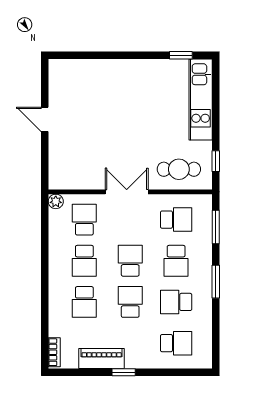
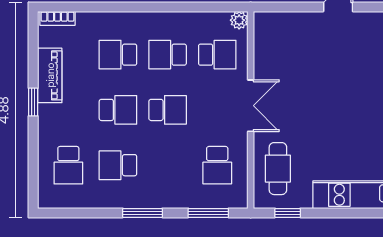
school desk: (176, 261) -> (168, 165), removed
school desk: (176, 302) -> (118, 165), turned -90

